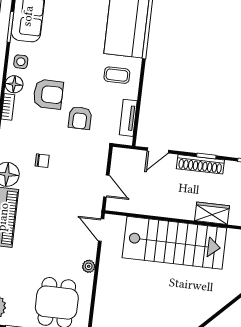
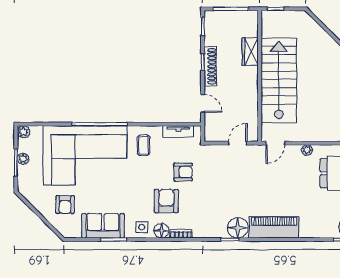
chair: (42, 161) -> (223, 200), removed

